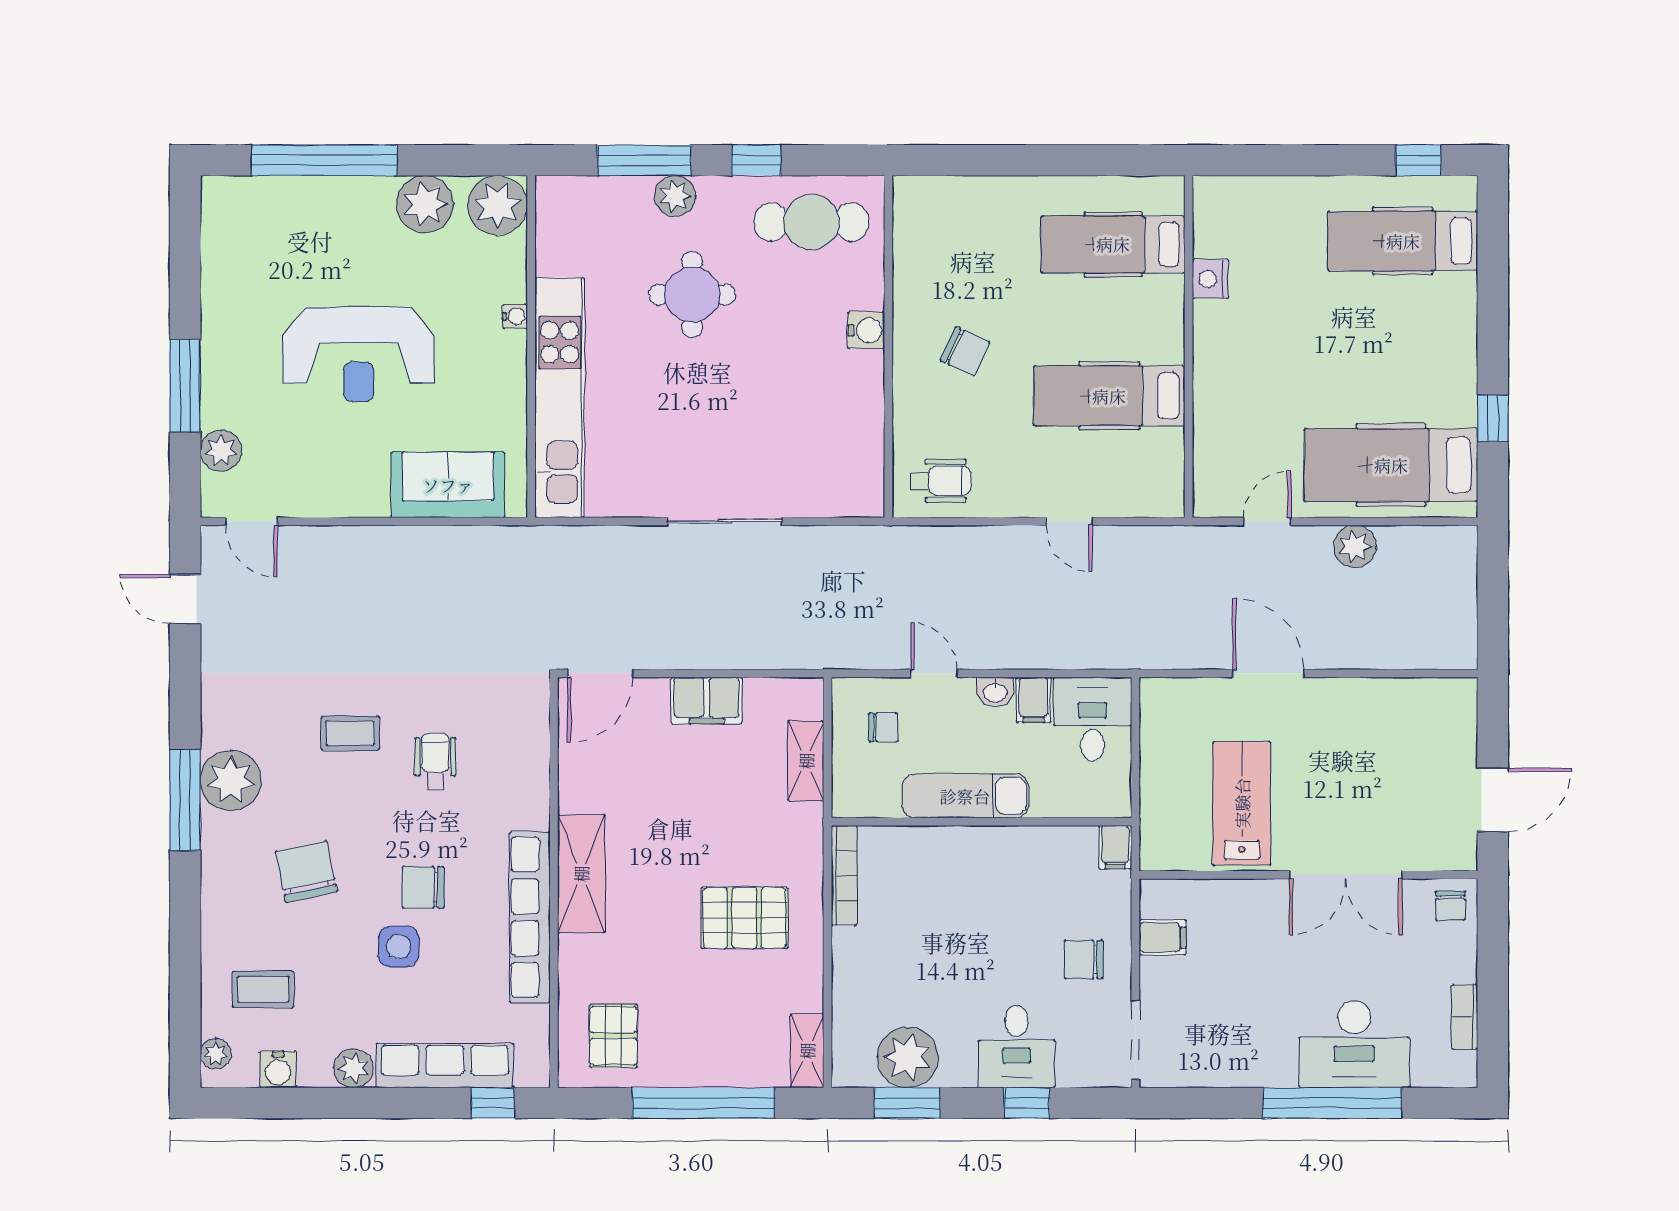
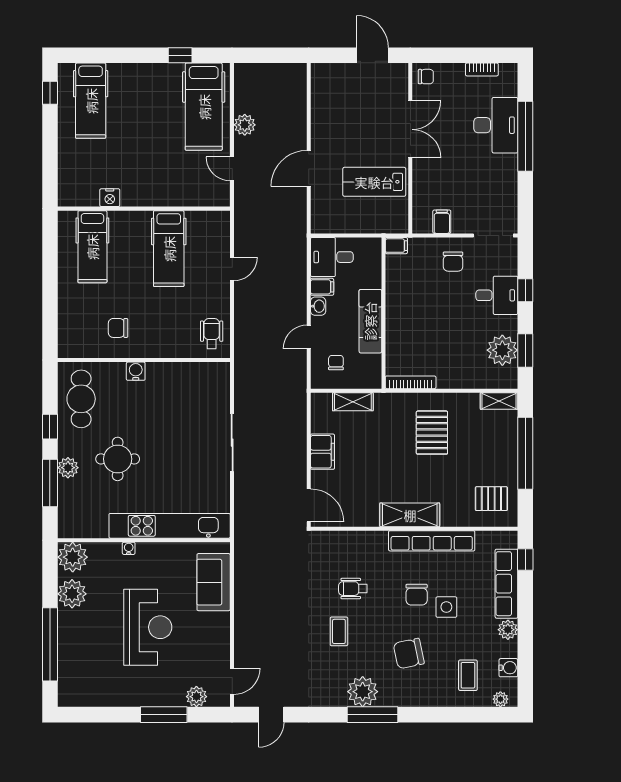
chair: (965, 351) -> (118, 328), moved, turned -114

